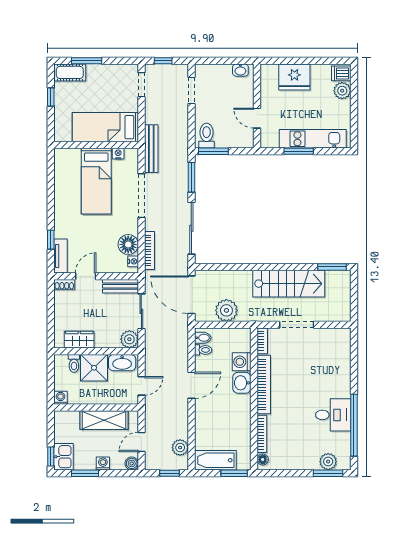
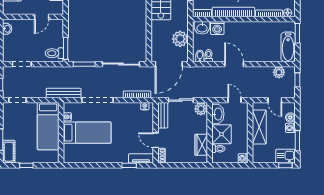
floor lamp: (128, 244) -> (133, 110), removed
washbasin: (242, 383) -> (202, 28), moved
boiler: (132, 463) -> (290, 117), moved

